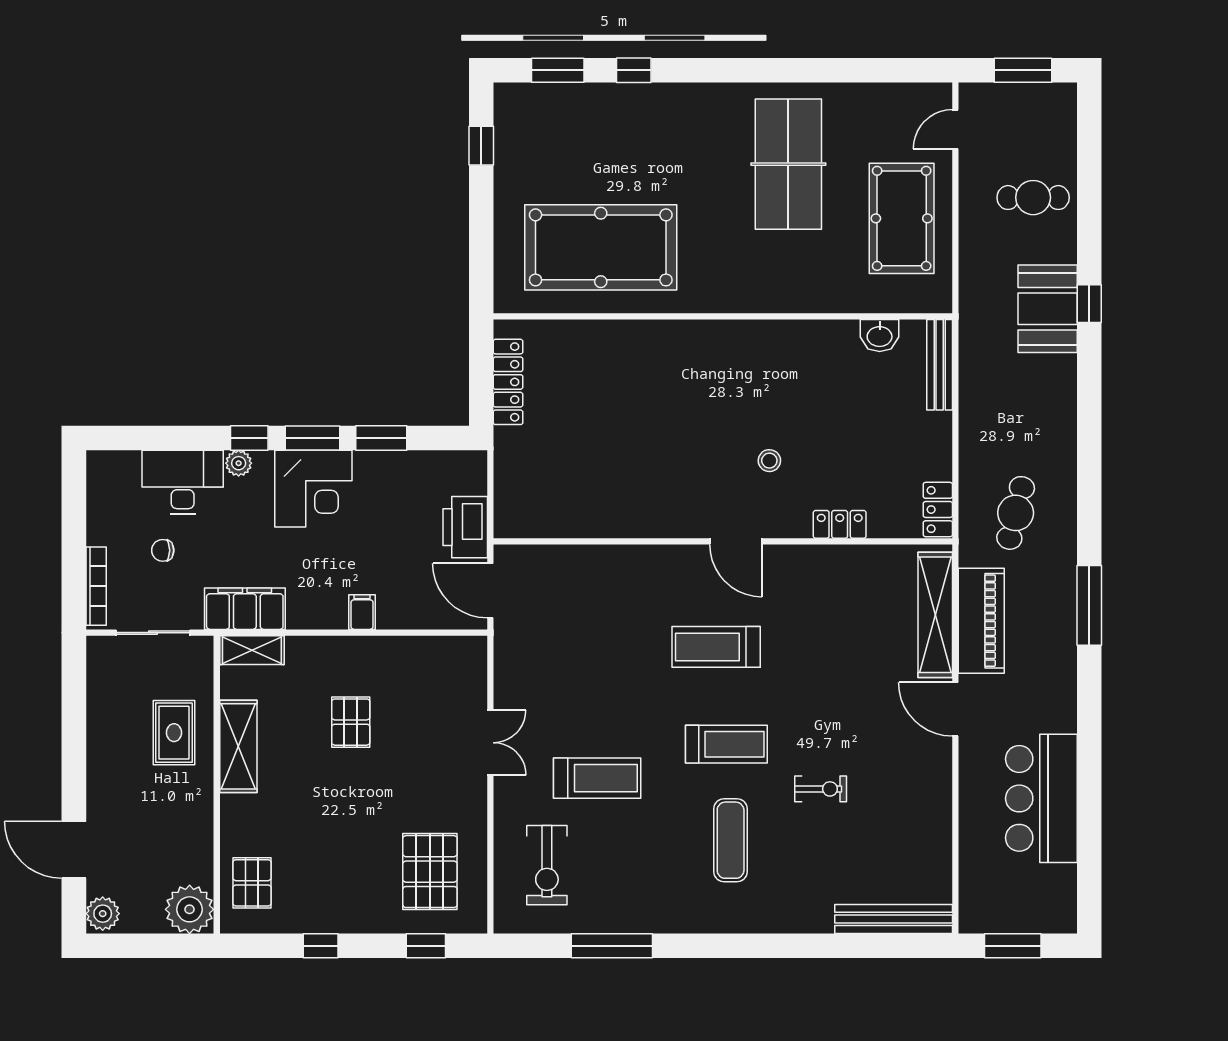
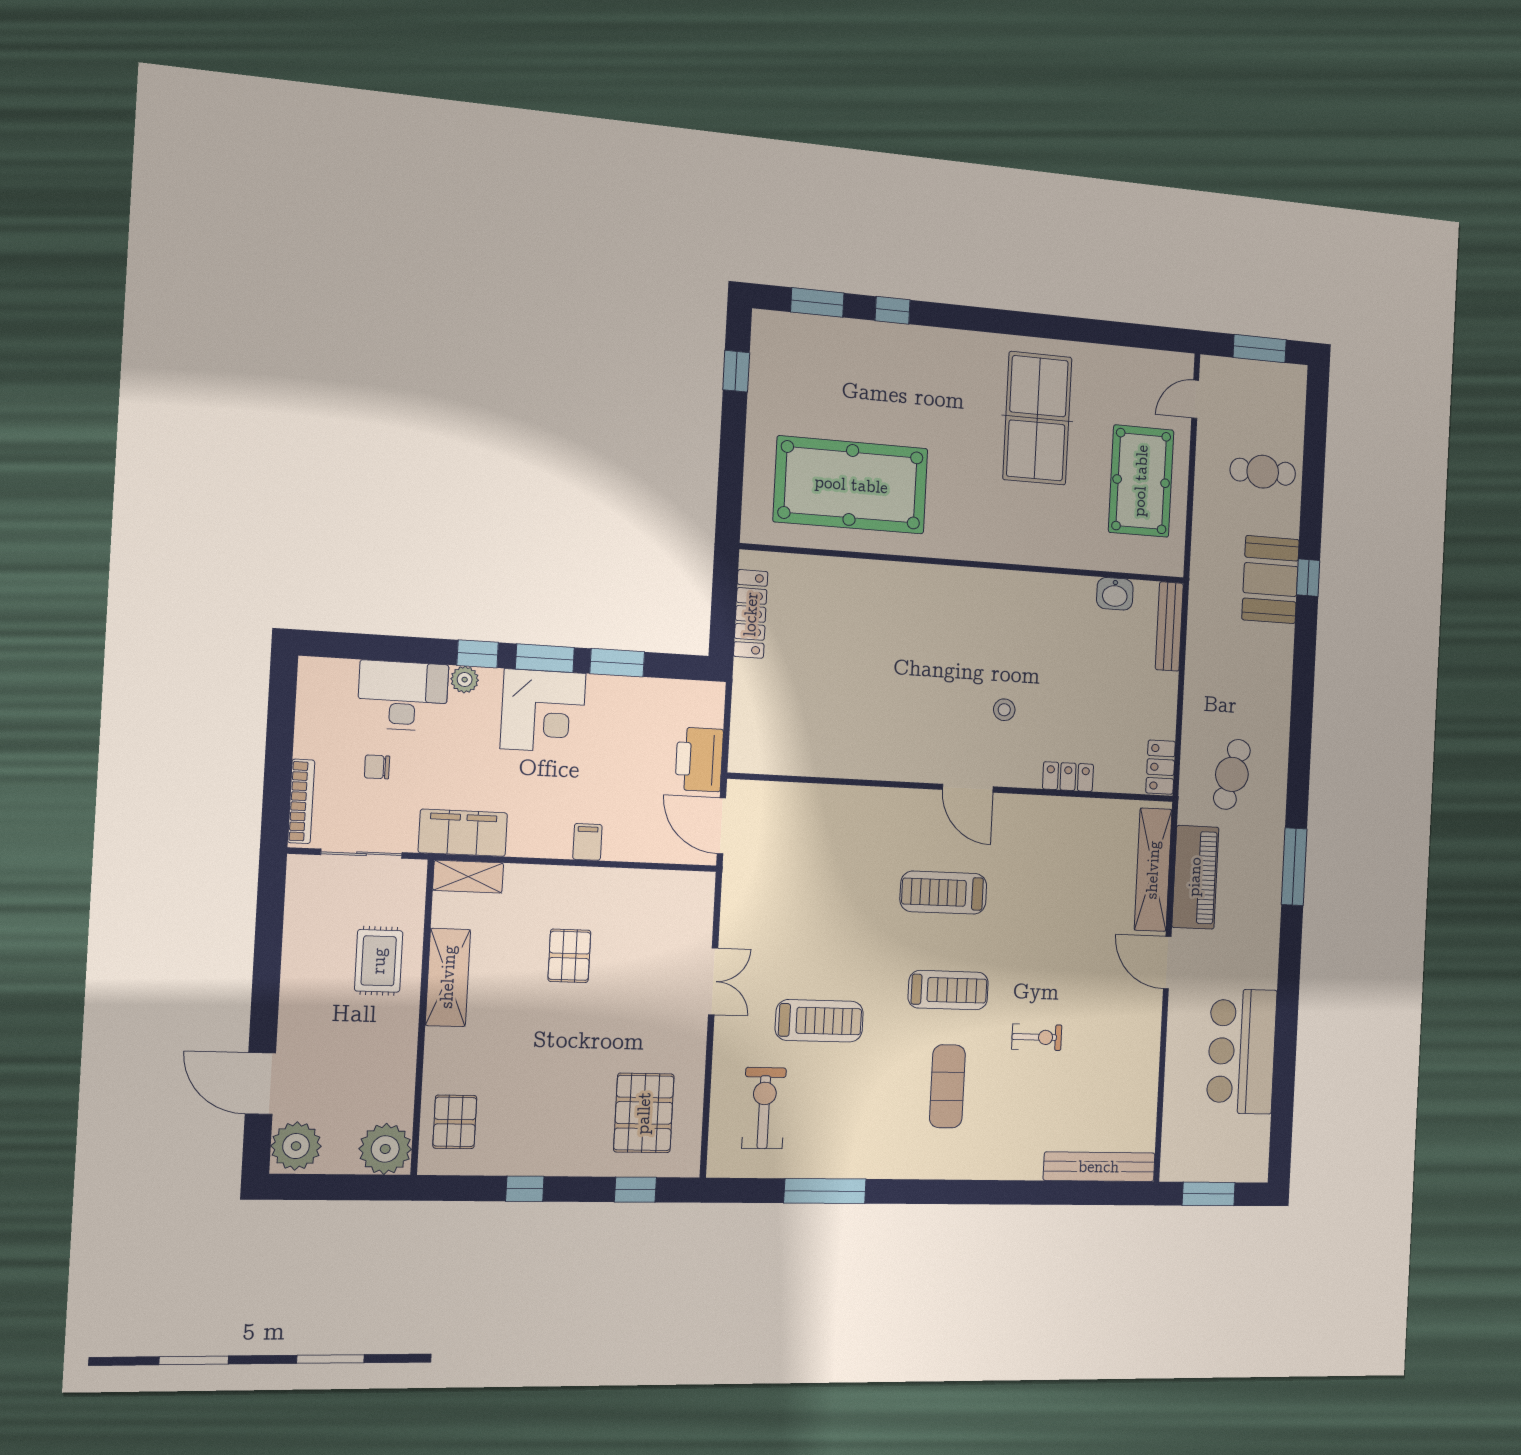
exercise bike: (547, 865) -> (764, 1108), turned 180
plant: (103, 914) -> (296, 1146), width x1.36, depth x1.36

